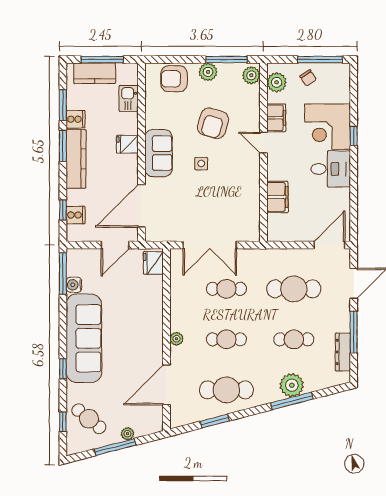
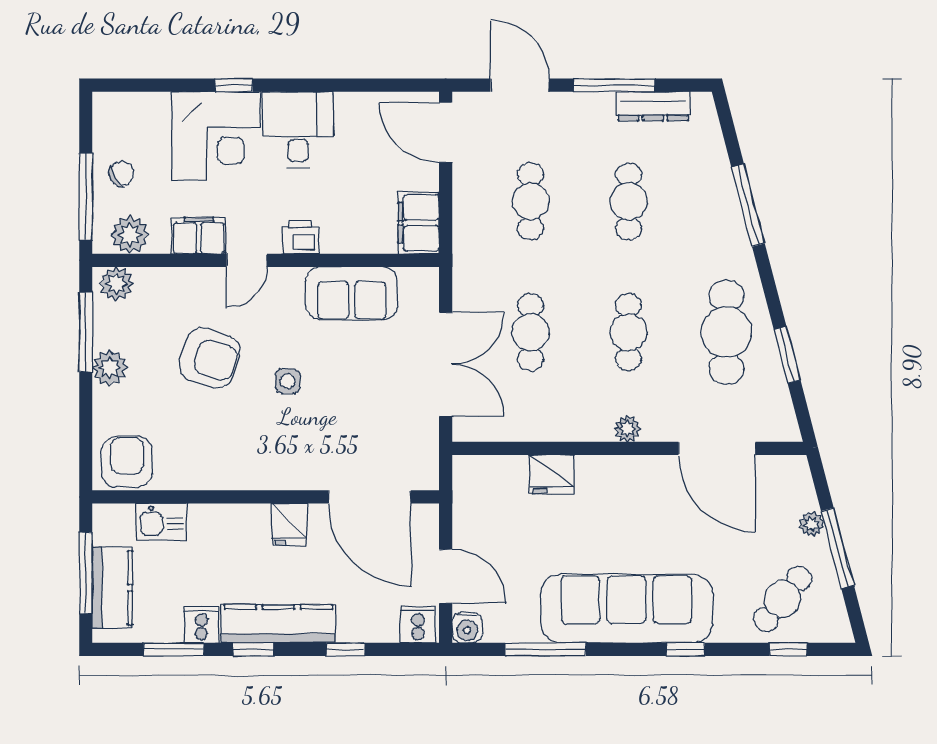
window: (320, 60) -> (86, 197), moved
armchair: (174, 79) -> (127, 462), moved, turned 180
fridge: (127, 144) -> (289, 524), moved
window: (63, 146) -> (253, 649), width x0.67
sofa: (158, 153) -> (352, 293), moved, turned 180
printer: (275, 170) -> (300, 237), added
filing cabinet: (277, 197) -> (419, 223), moved, turned -90
window: (63, 210) -> (345, 649), moved
cooker: (76, 215) -> (418, 625), moved
door: (115, 245) -> (446, 576), moved
fridge: (153, 263) -> (552, 474), moved
window: (63, 273) -> (545, 649), moved
water cooler: (74, 285) -> (467, 628), moved
cafe table: (294, 289) -> (531, 201), width x0.73, depth x0.74
plant: (292, 385) -> (717, 205), removed

